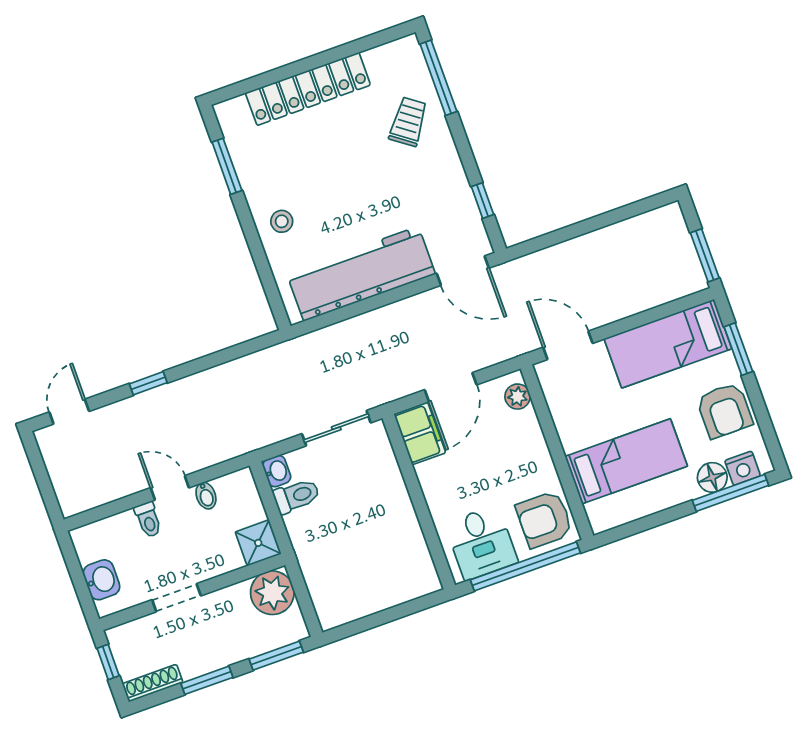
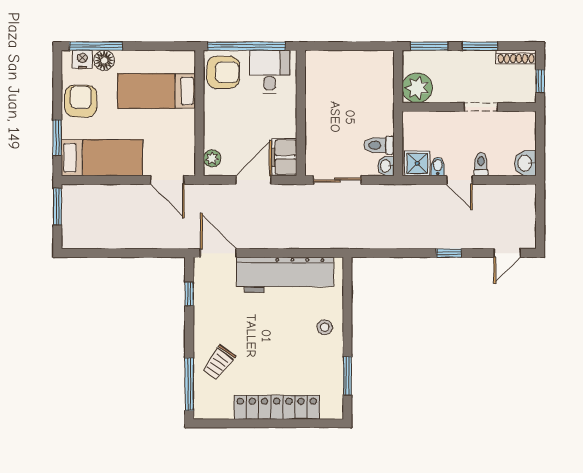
shower: (258, 543) -> (417, 163), moved
washbasin: (101, 580) -> (525, 163), moved

